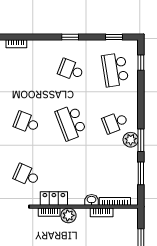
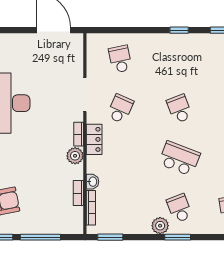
school desk: (27, 123) -> (179, 109), turned -42
school desk: (71, 123) -> (179, 159), turned 42
window: (141, 140) -> (178, 237), moved
window: (141, 173) -> (110, 237), moved

